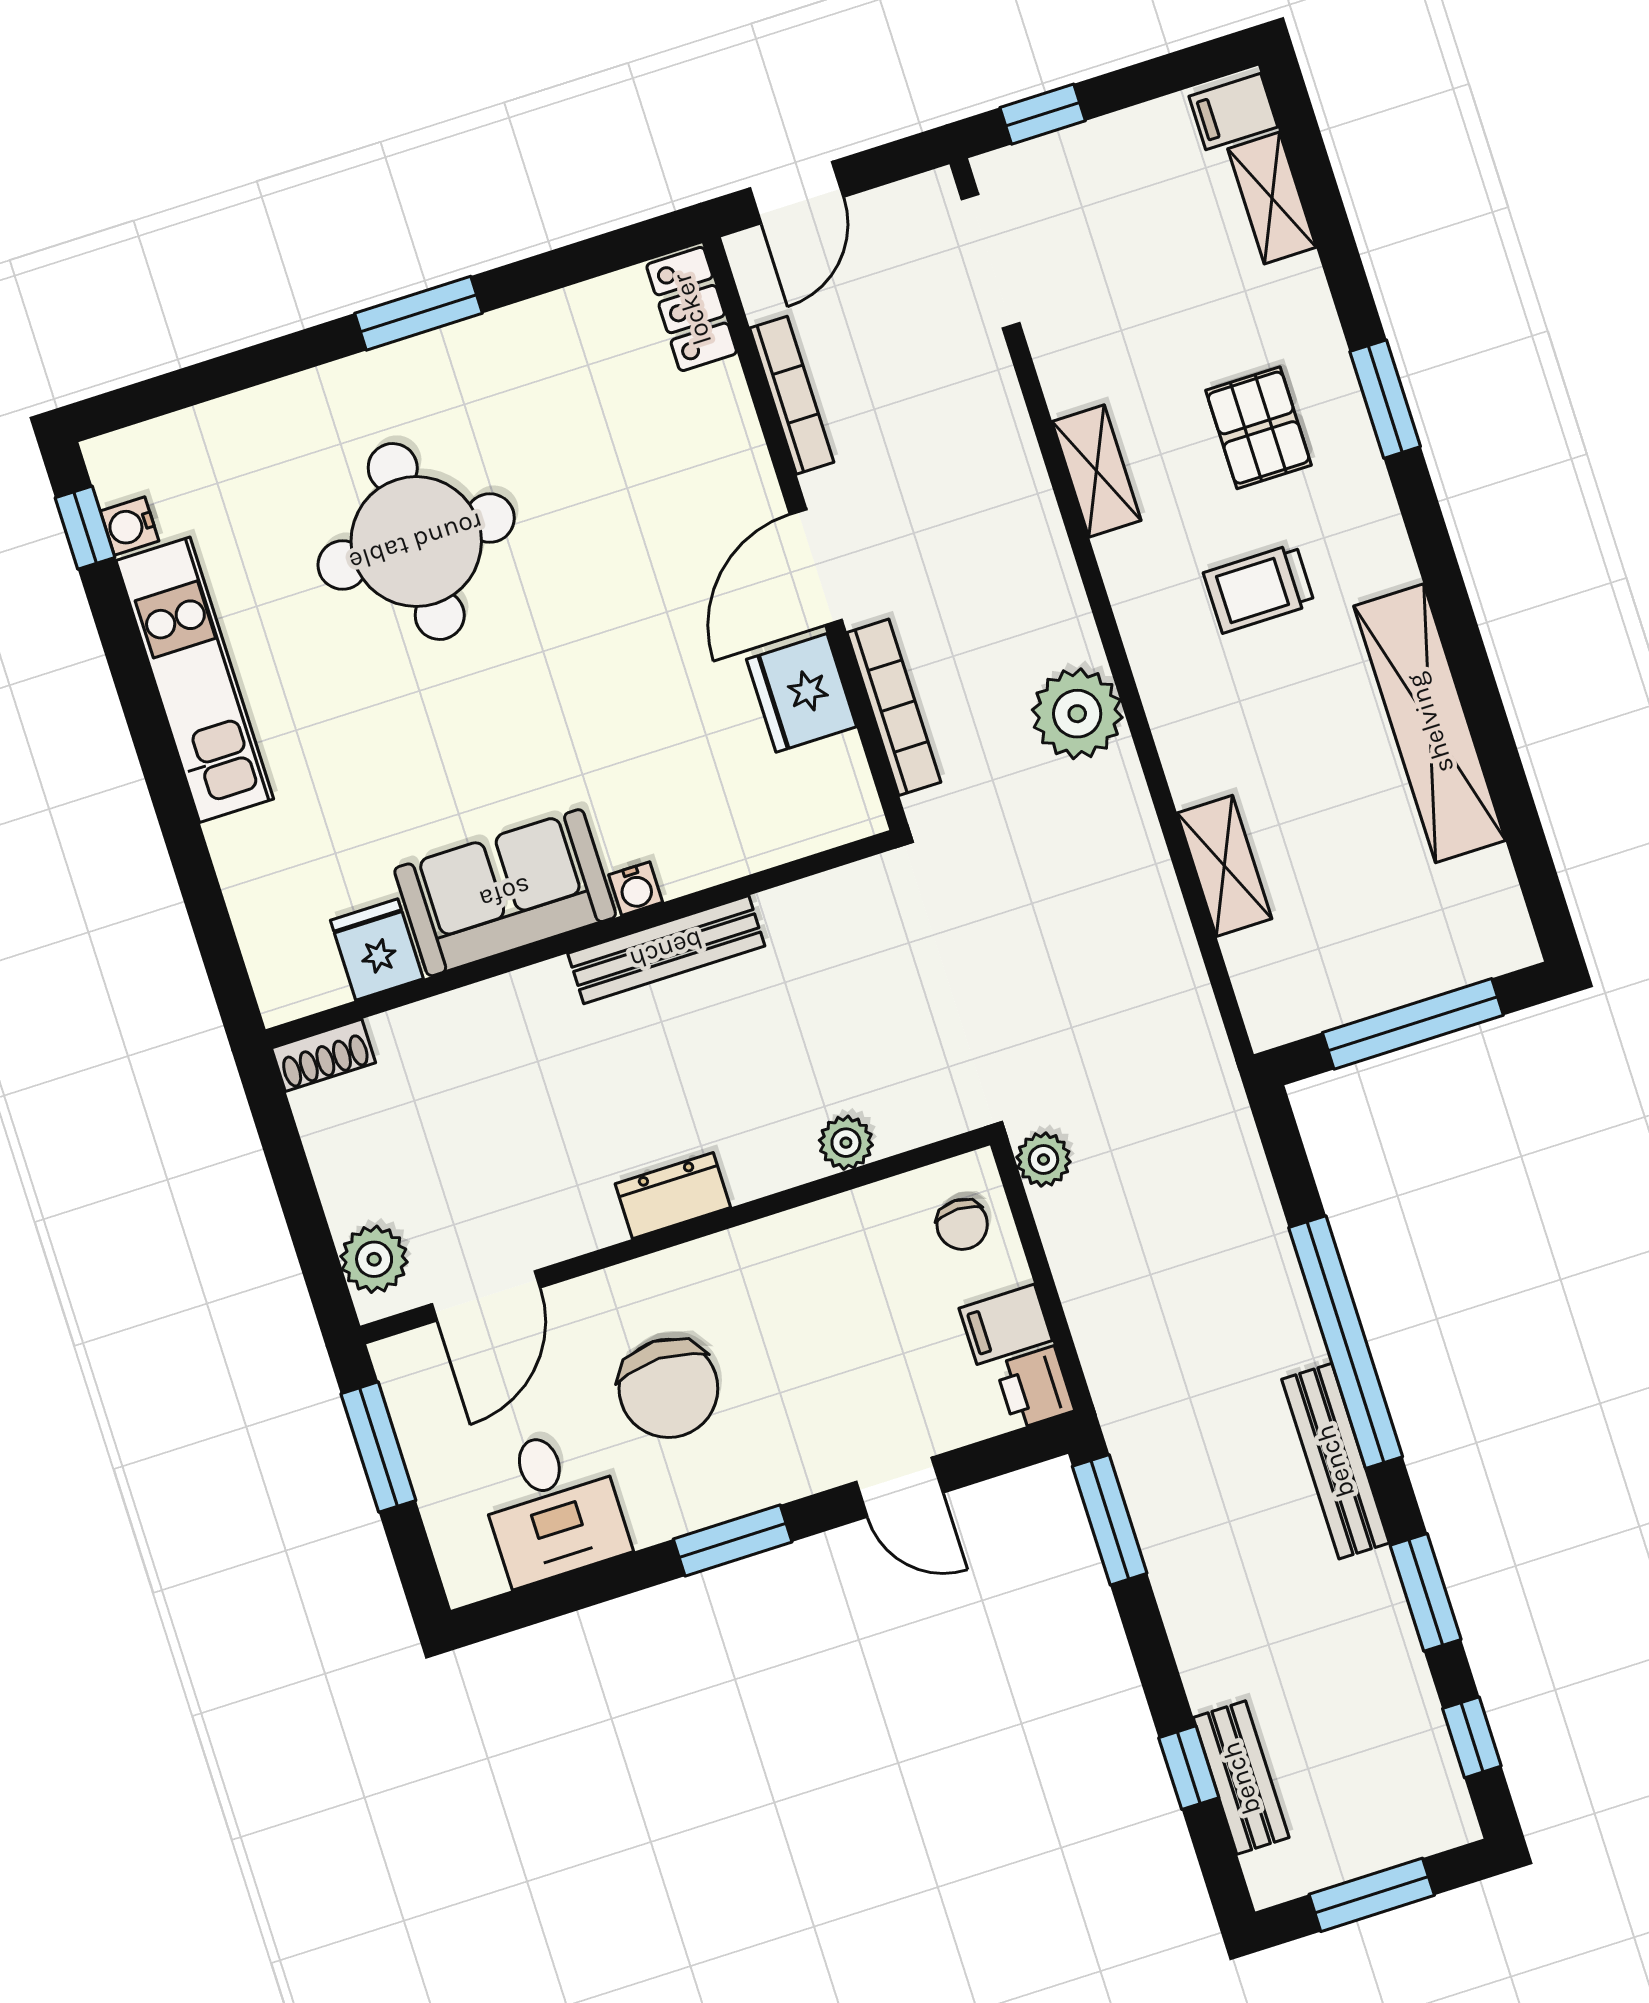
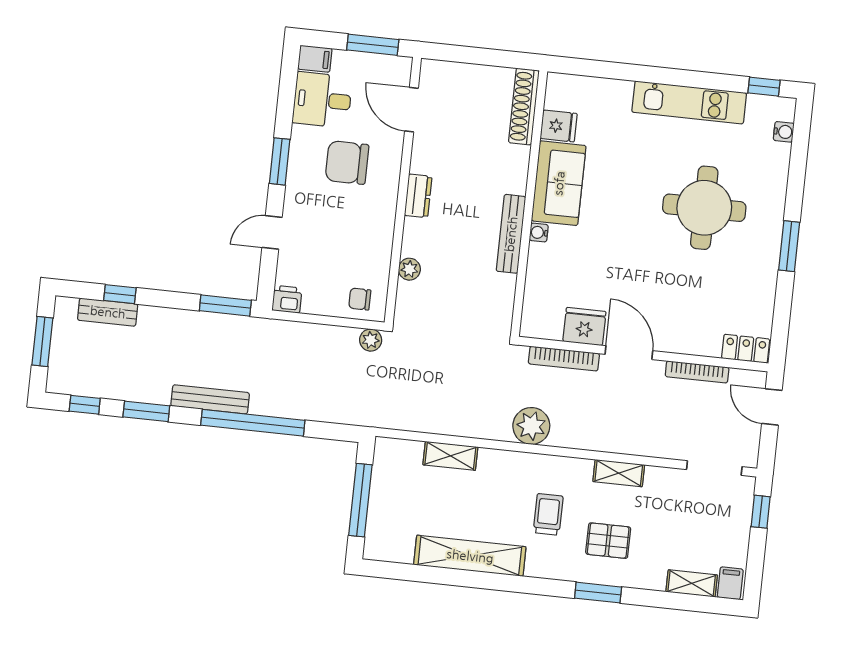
water cooler: (130, 526) -> (784, 132), moved, turned 90
shoe rack: (324, 1055) -> (524, 107), width x1.94, depth x1.24
plant: (374, 1259) -> (444, 74), removed
filing cabinet: (1006, 1324) -> (315, 59), moved, turned 90

